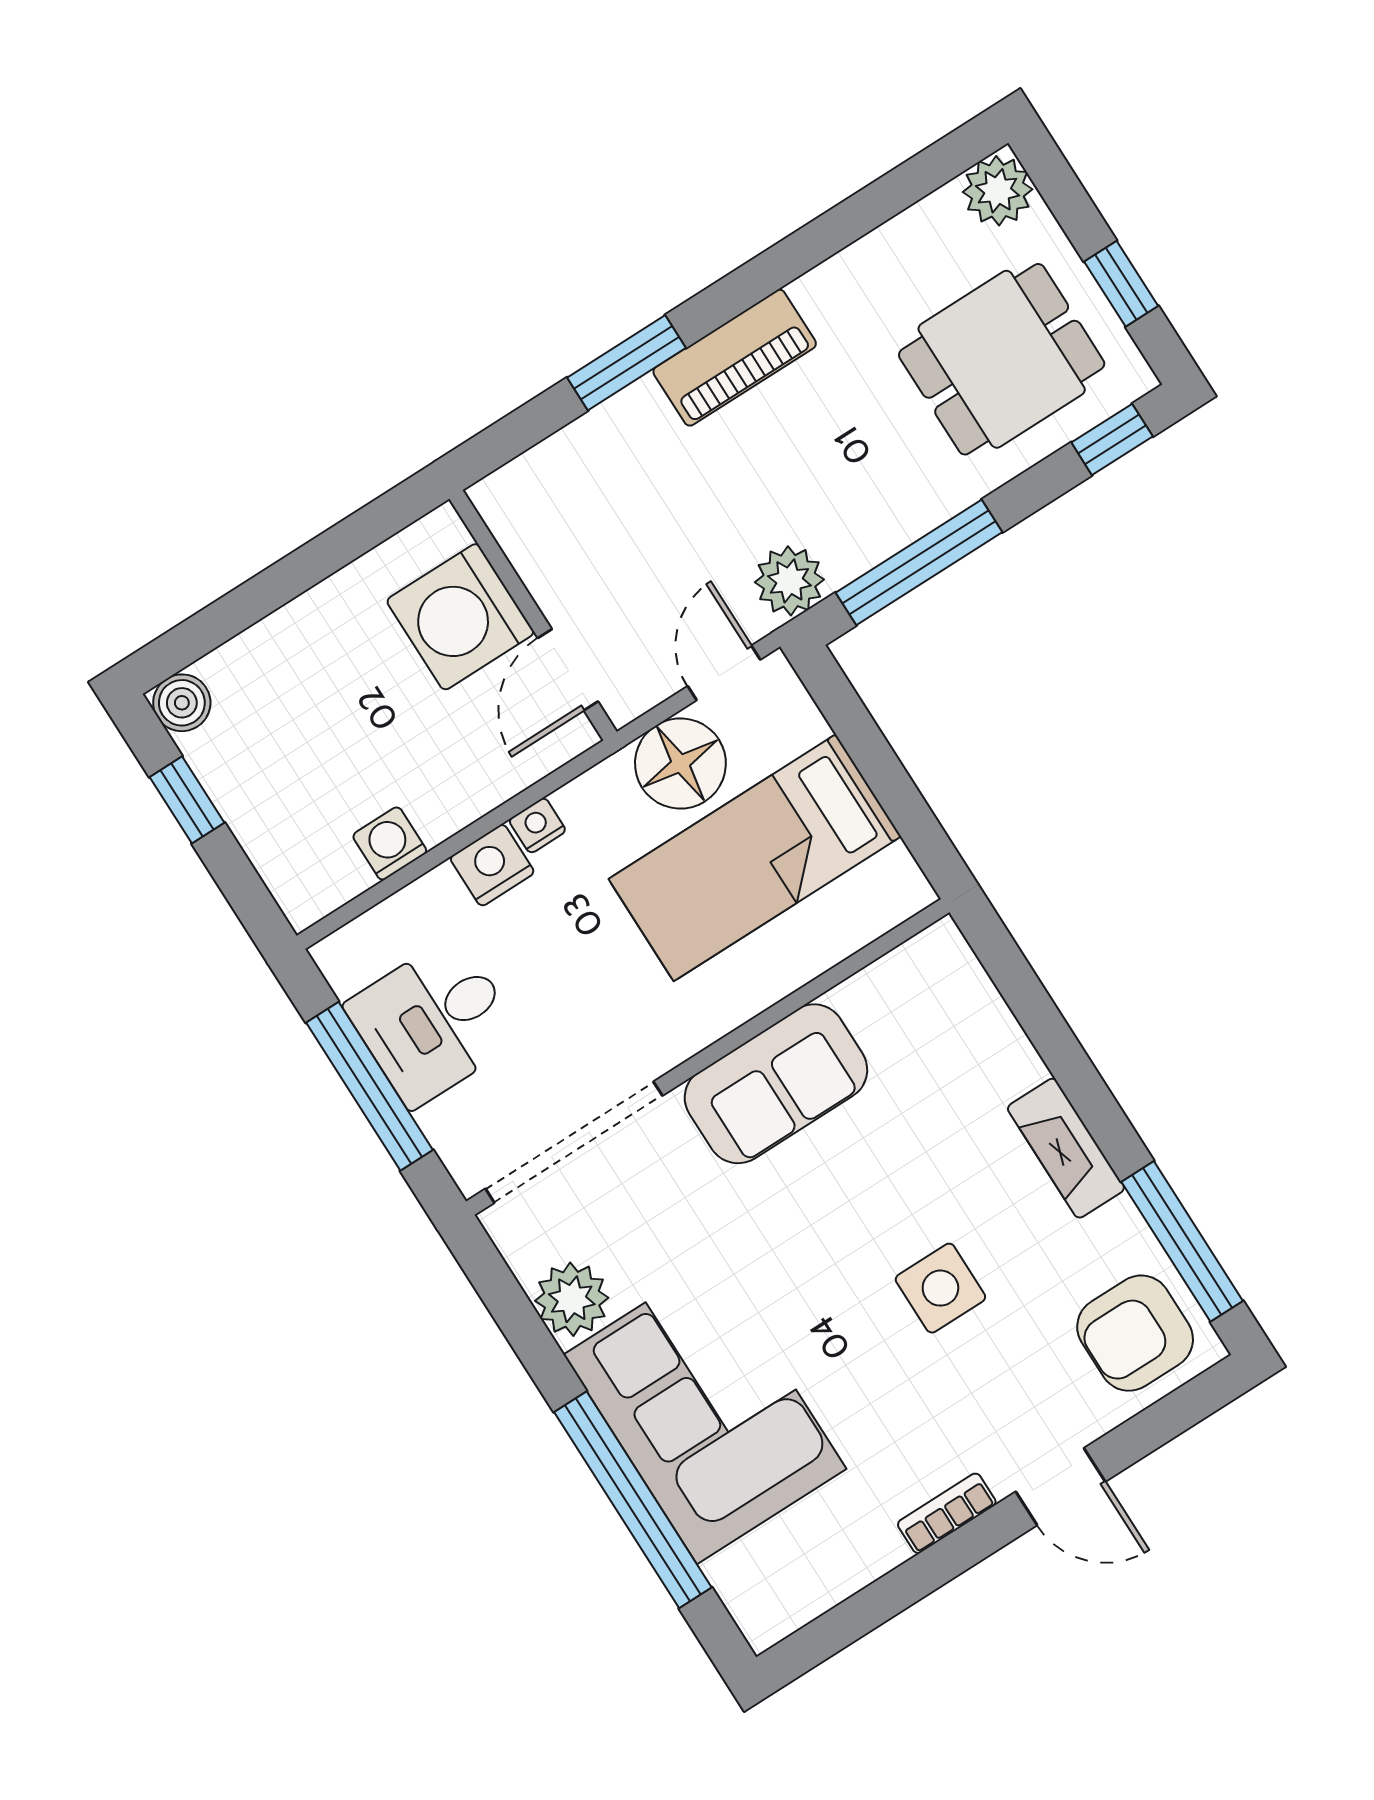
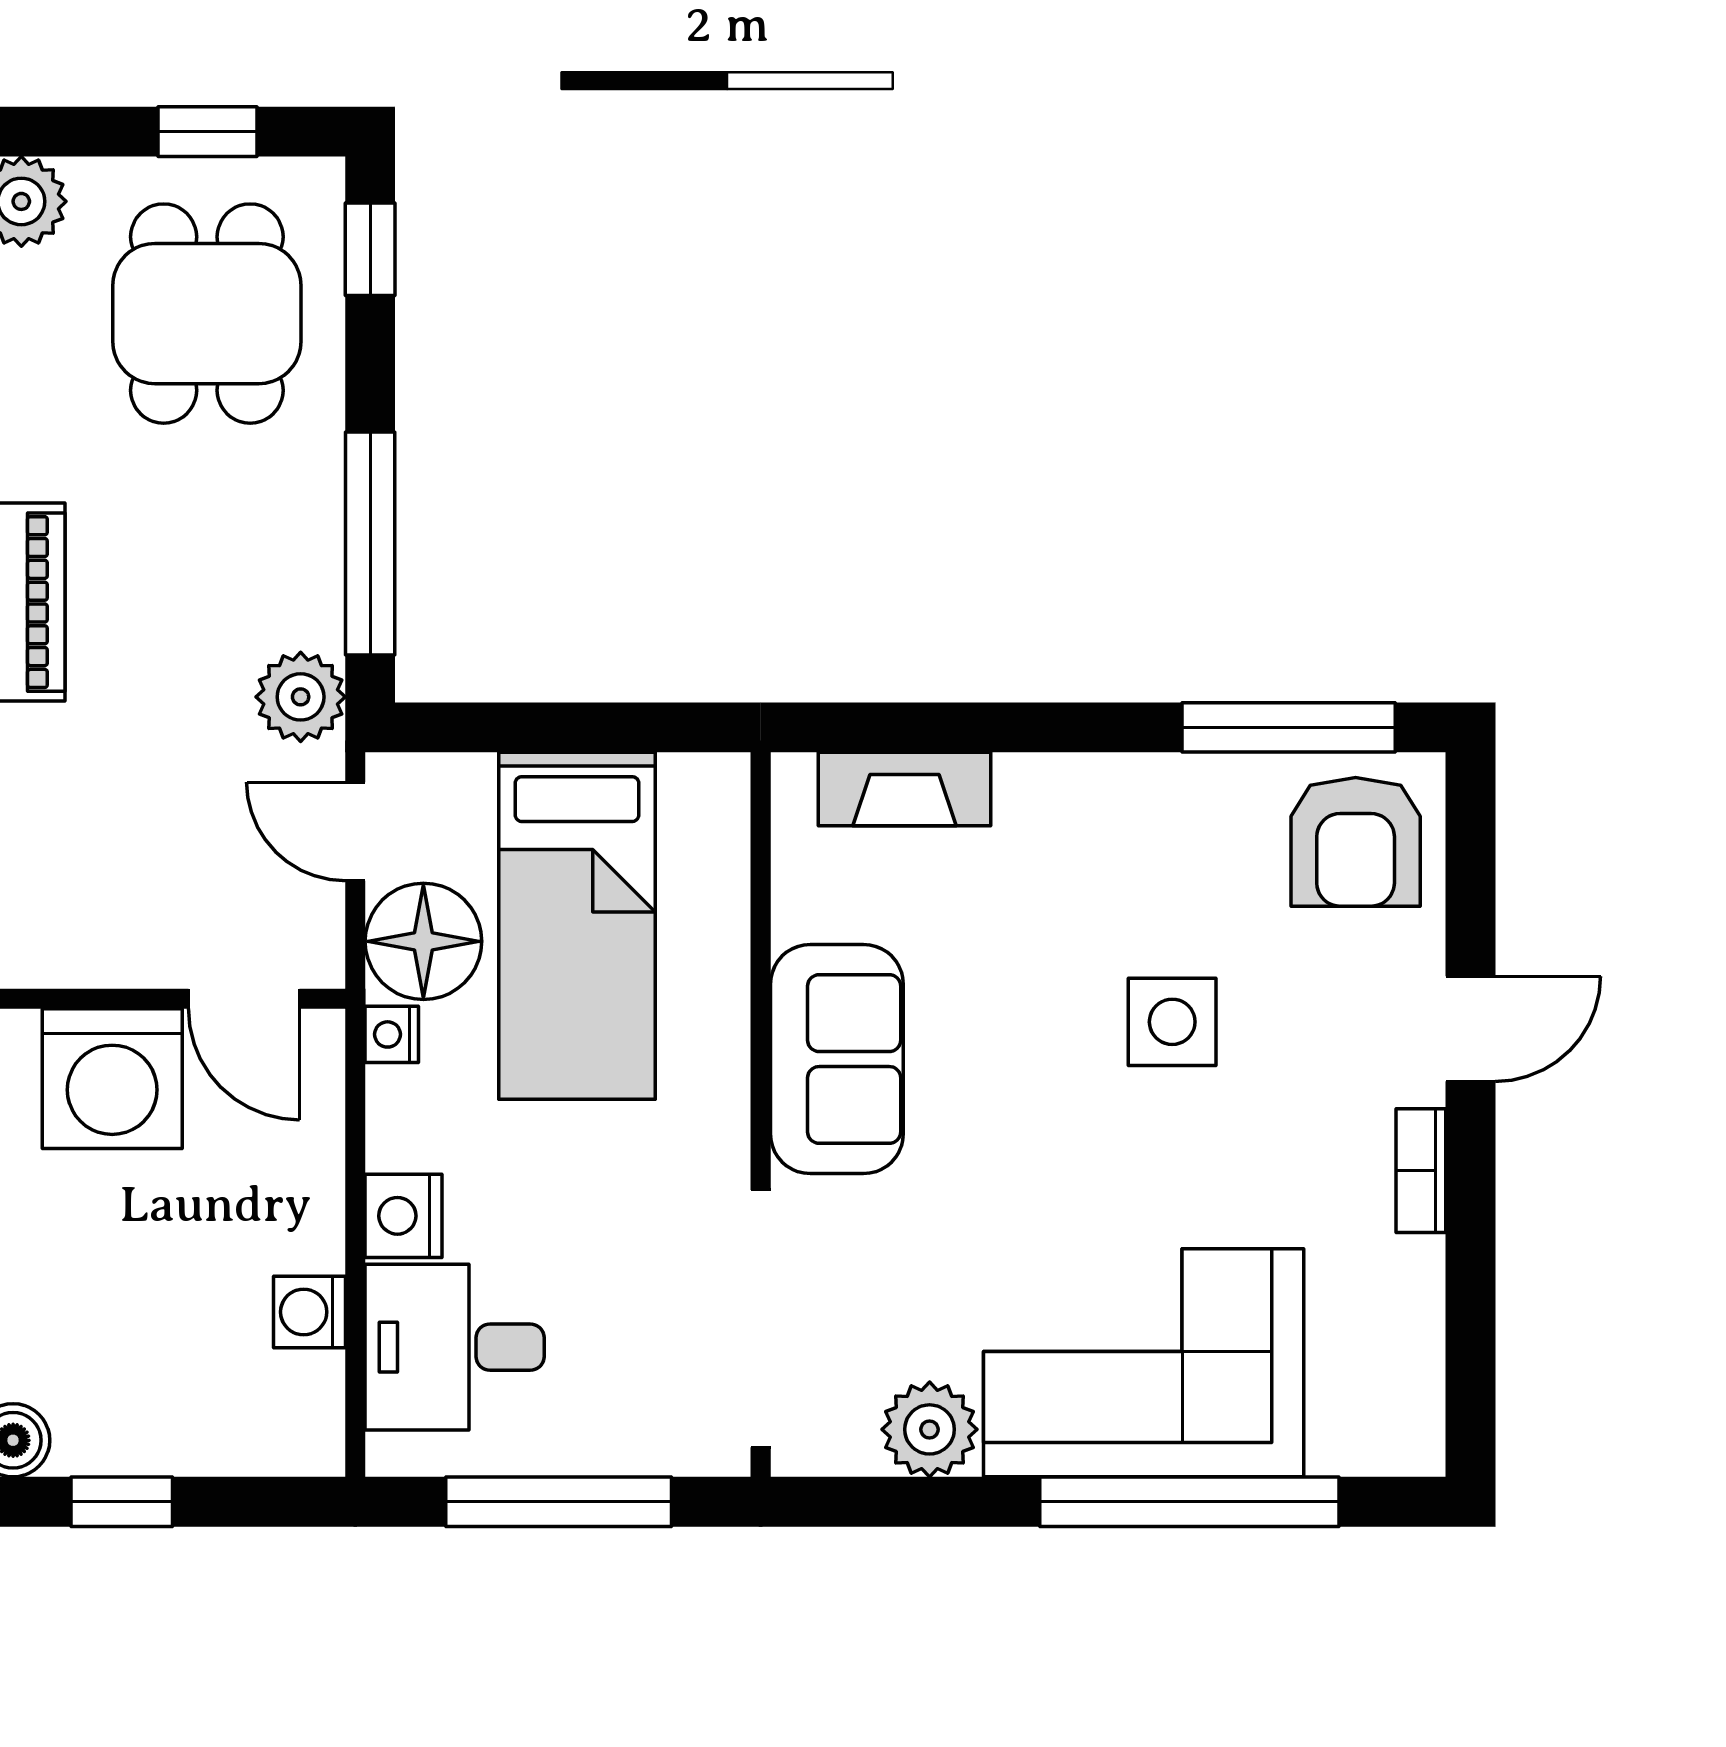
nightstand: (537, 825) -> (392, 1034), moved
desk: (434, 1022) -> (455, 1347), moved, turned 90
fireplace: (1066, 1148) -> (904, 789), moved

